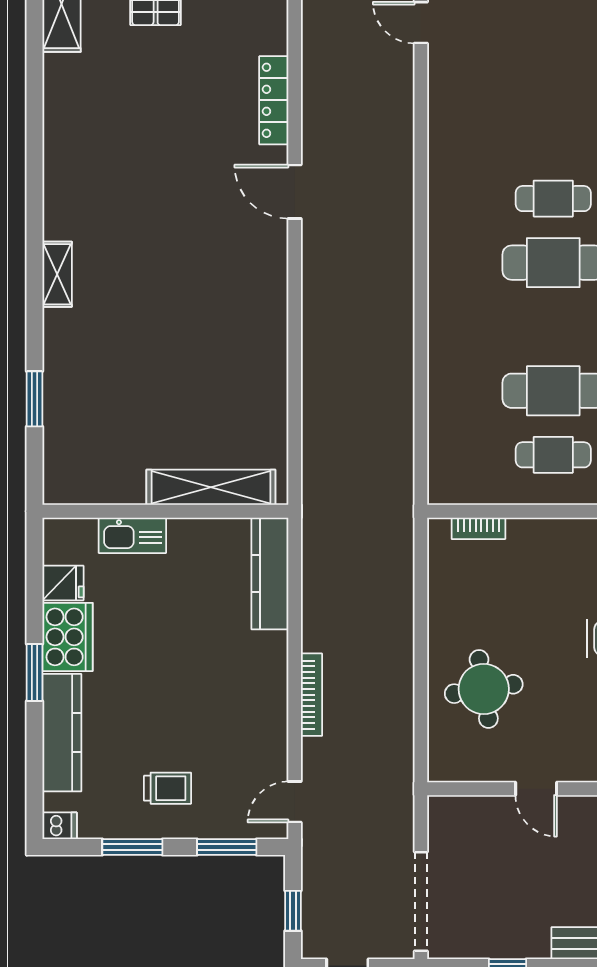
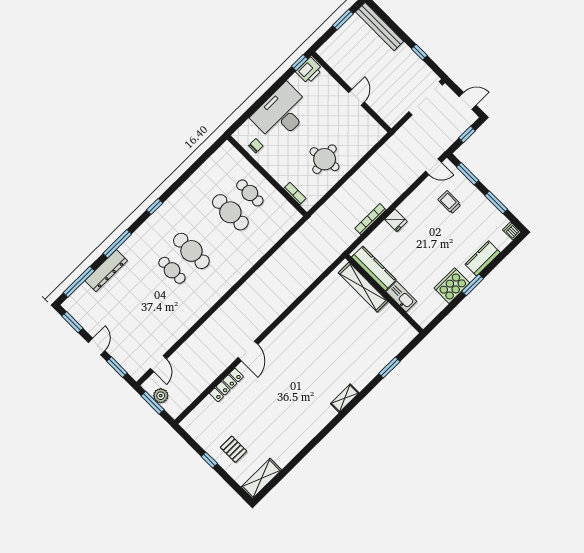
kitchen counter: (270, 574) -> (374, 268), moved, turned -90
fridge: (63, 583) -> (396, 220), moved, turned 180
round table: (484, 689) -> (325, 159), moved
bookcase: (312, 695) -> (370, 219), moved
kitchen counter: (62, 733) -> (483, 258), width x0.67
trolley: (167, 788) -> (449, 202), moved

